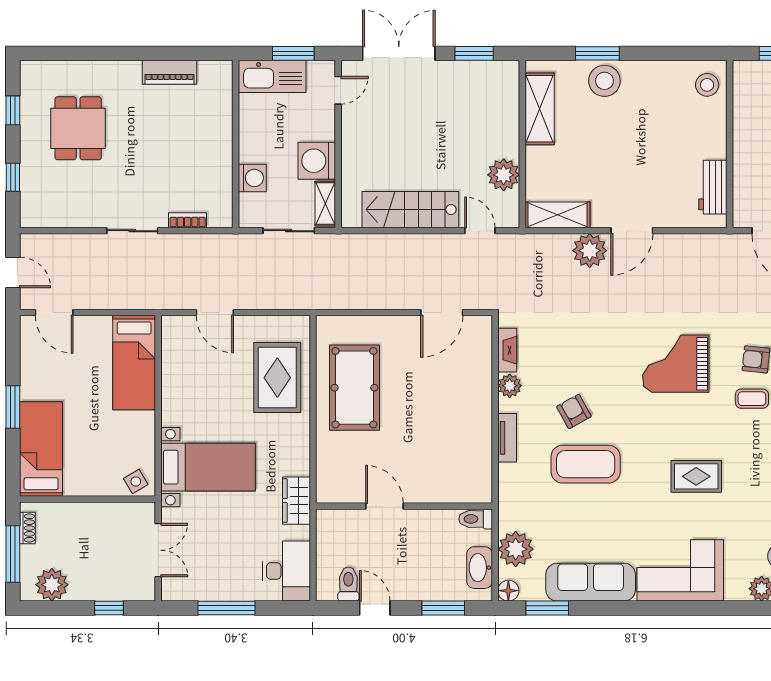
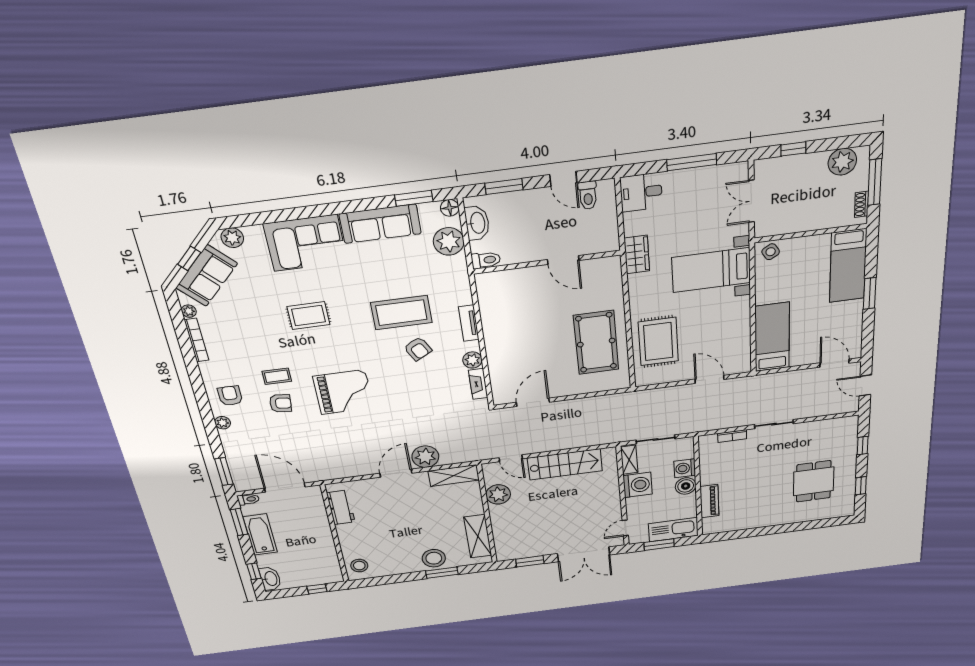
piano: (170, 72) -> (709, 501), moved, turned 90
boiler: (252, 148) -> (686, 486), added
desk: (287, 571) -> (641, 192), width x0.73

